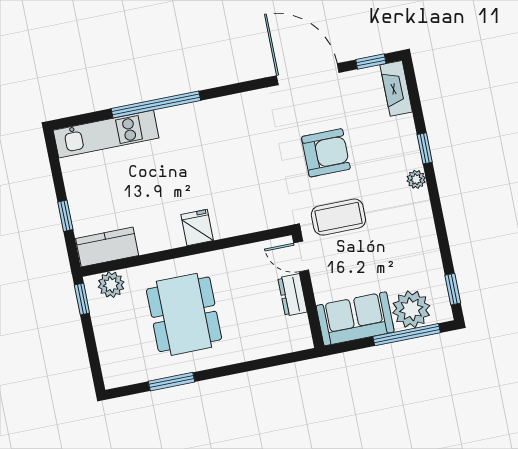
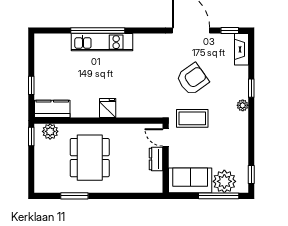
kitchen unit: (106, 134) -> (102, 42), moved
armchair: (326, 153) -> (192, 79), turned -35

